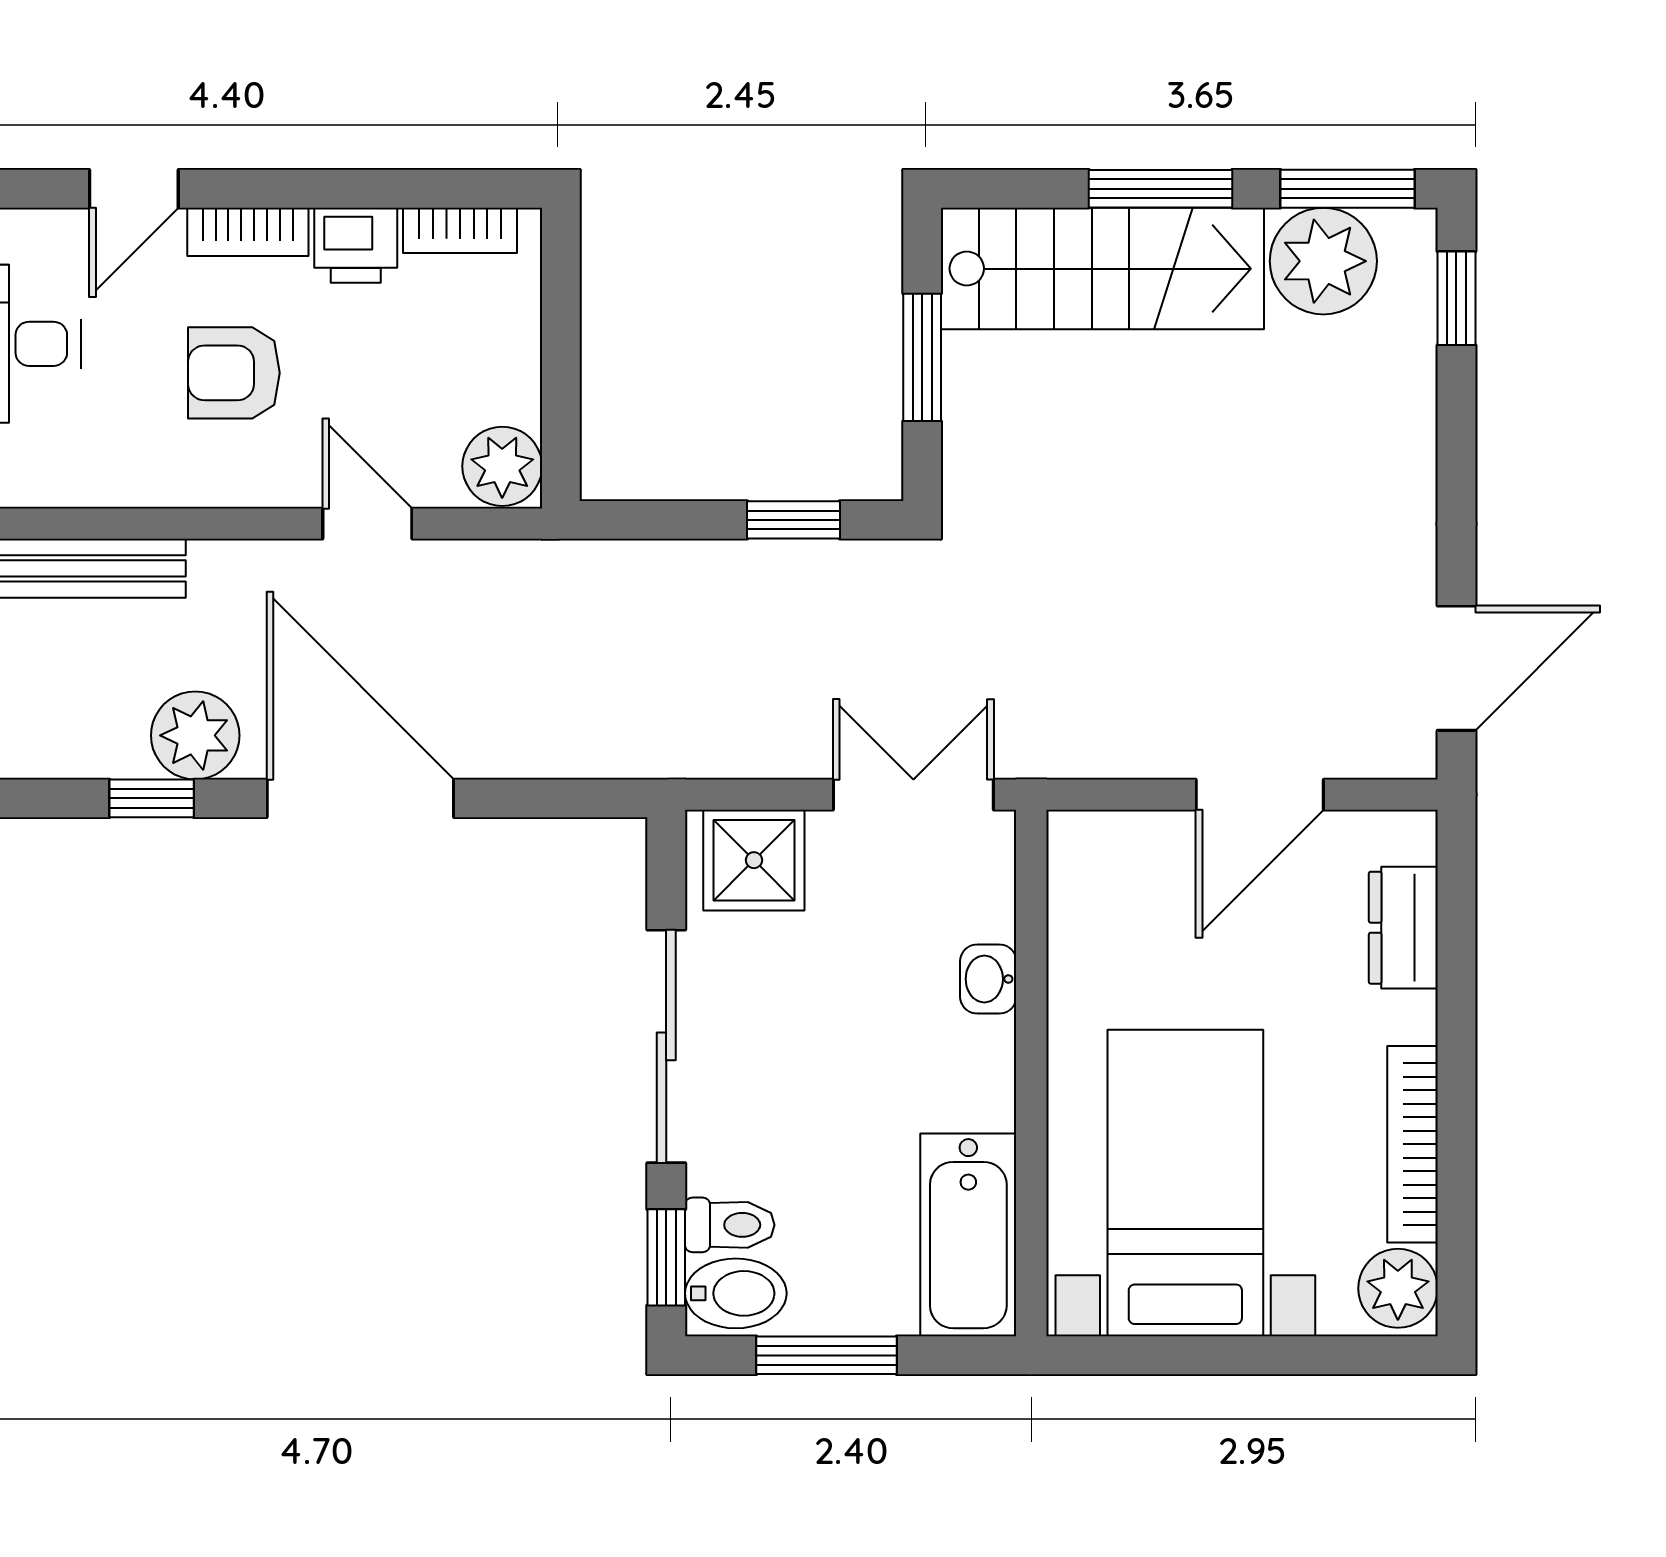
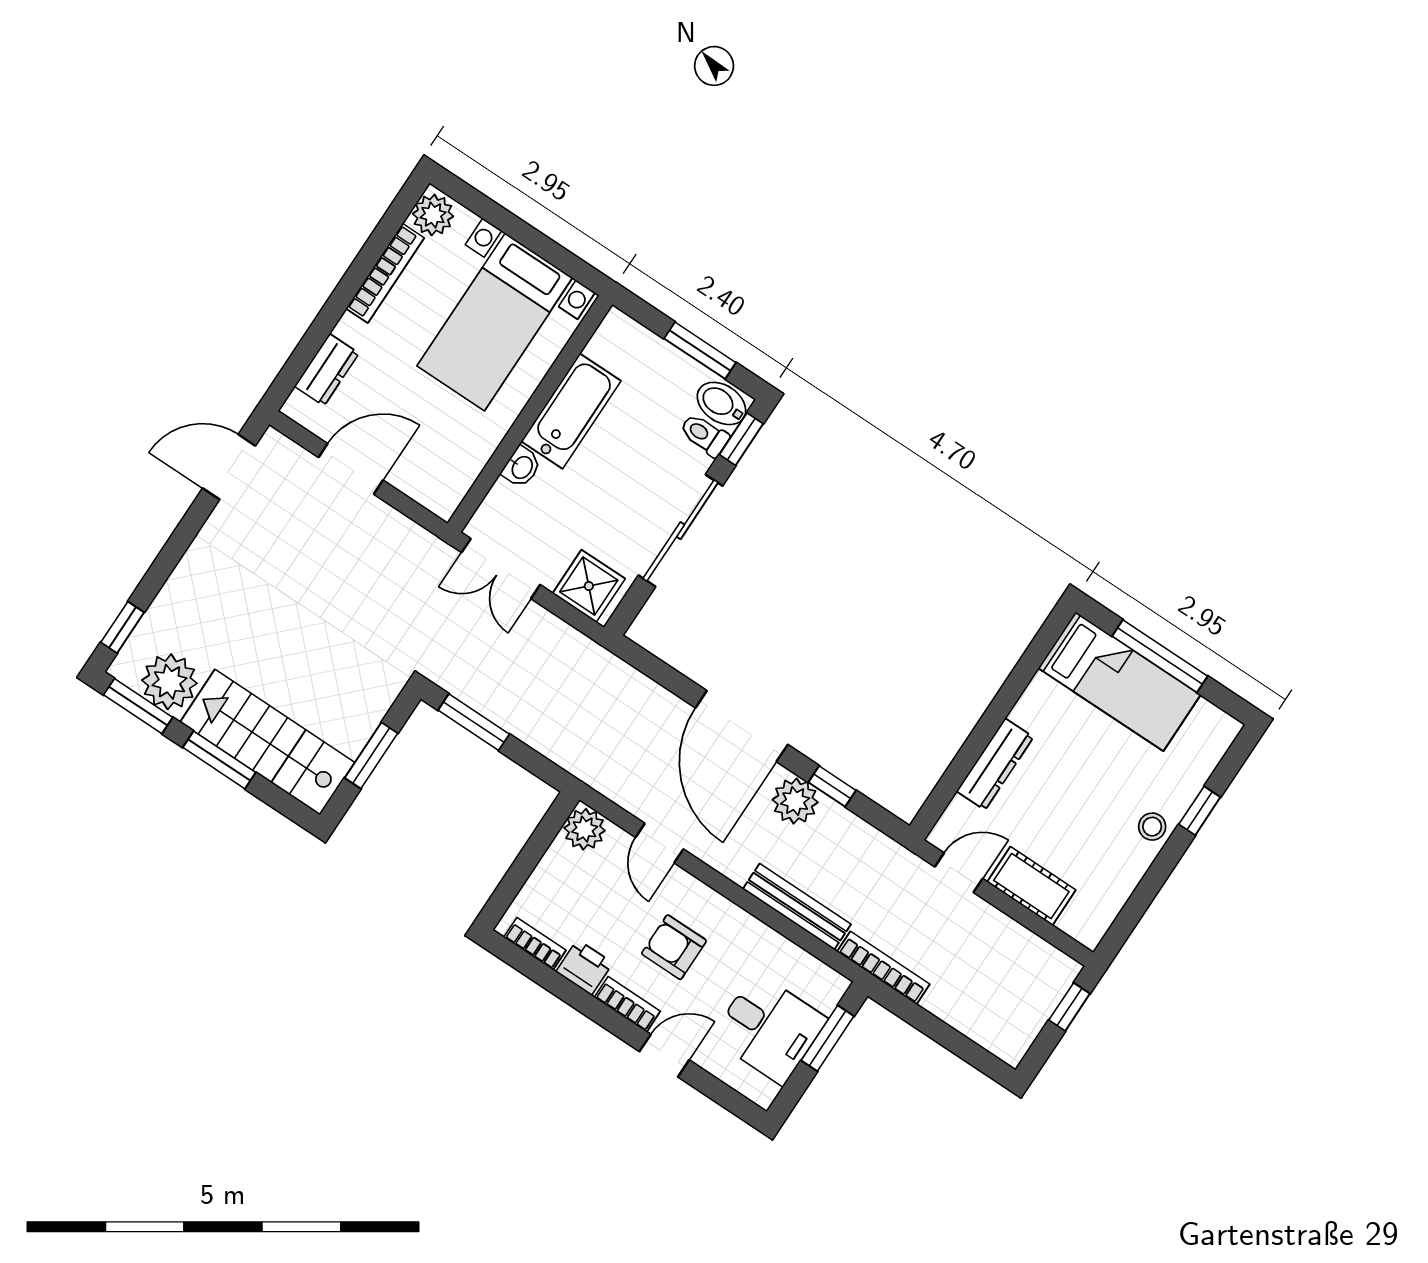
armchair: (234, 373) -> (674, 947), turned 180
window: (794, 520) -> (474, 722), width x1.50
bathtub: (968, 1235) -> (571, 411), moved

